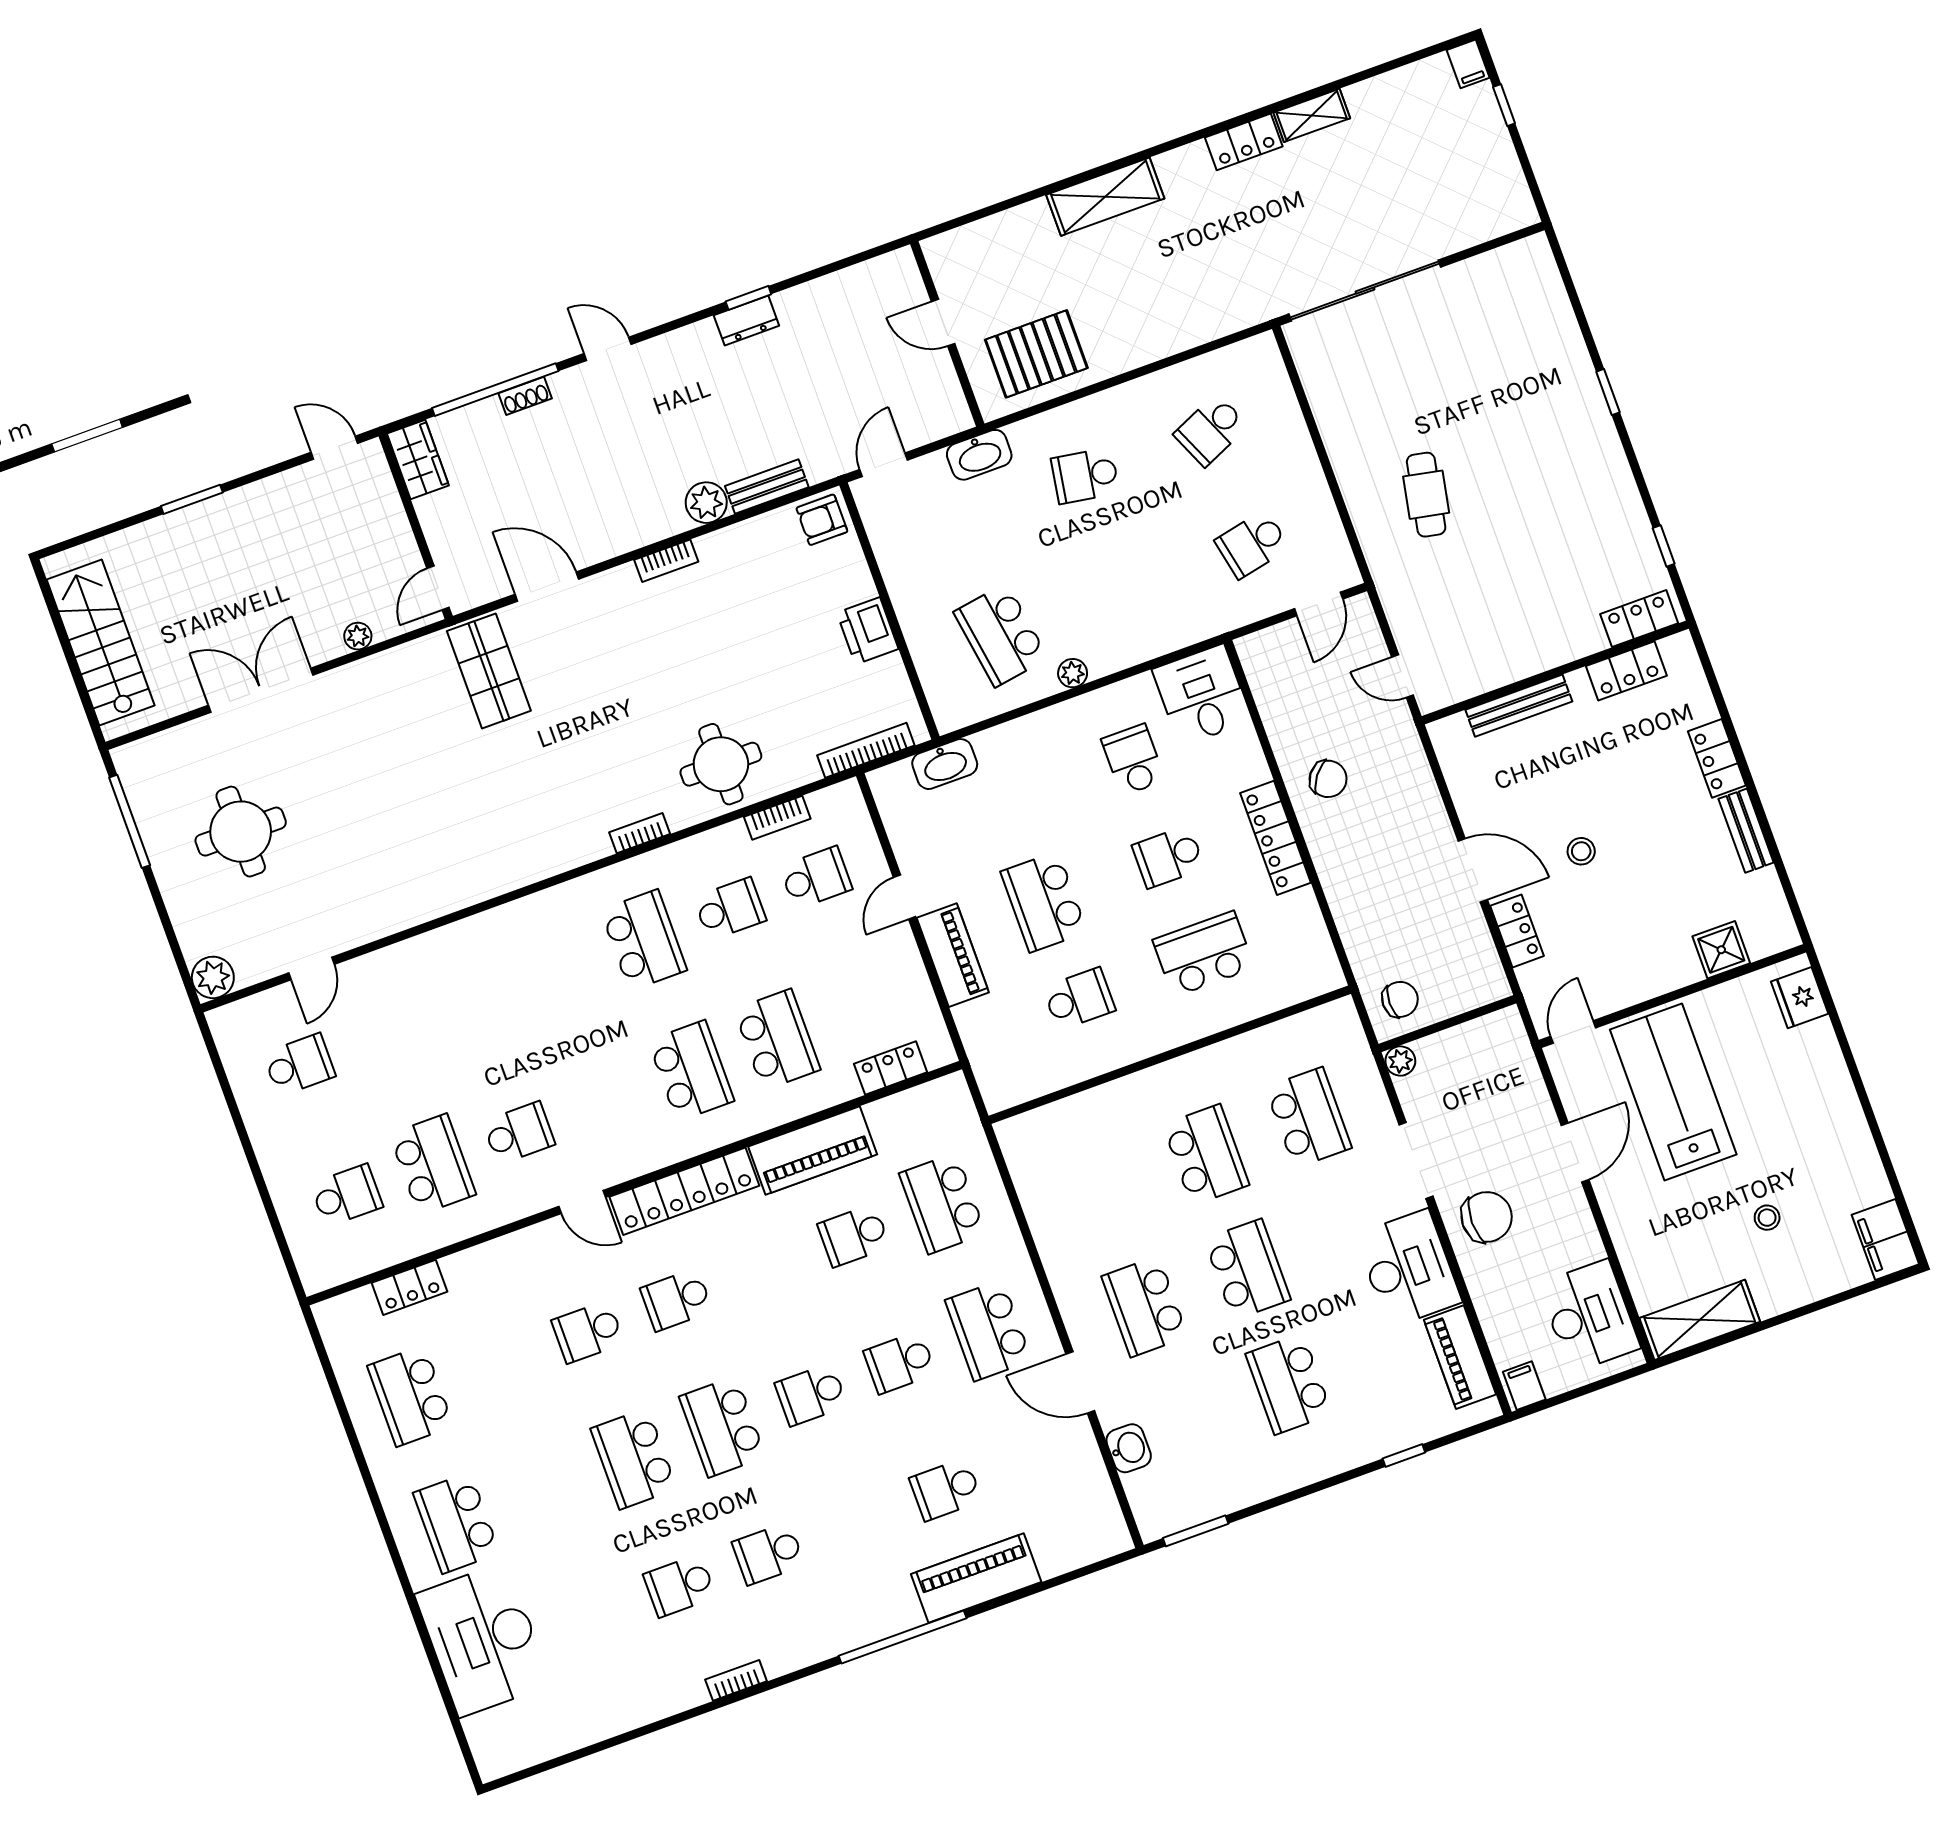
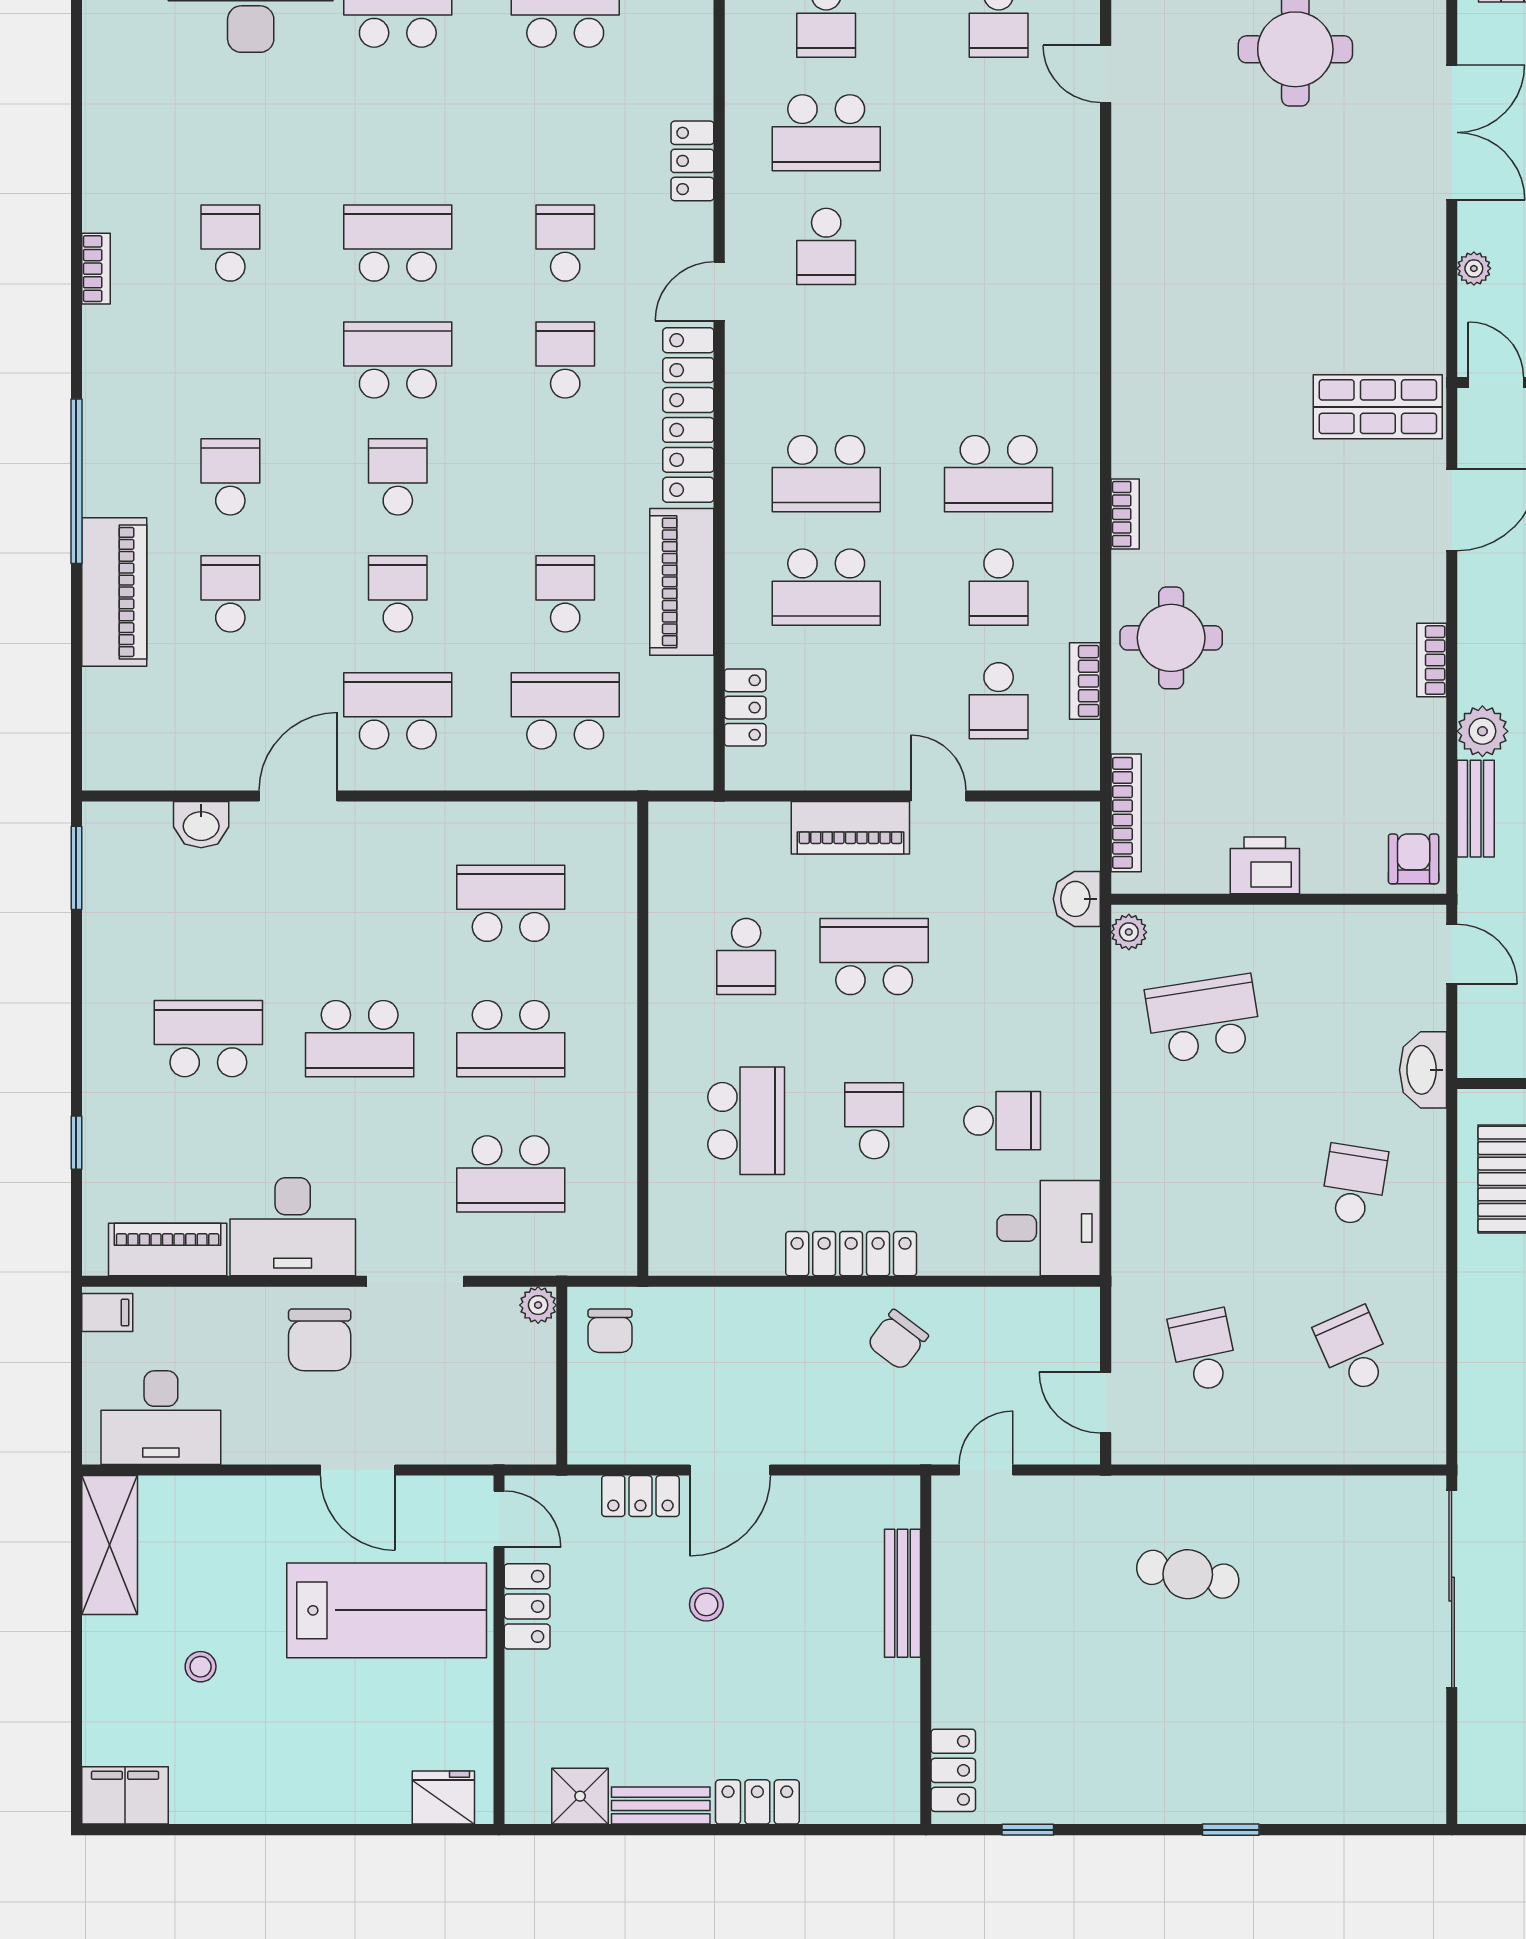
locker: (1626, 671) -> (527, 1606), moved, turned 180
plant: (1073, 673) -> (1129, 932), moved
washbasin: (945, 764) -> (1077, 899), width x0.72
shower: (1721, 950) -> (580, 1796), moved
locker: (410, 1287) -> (692, 161), moved
school desk: (1145, 1307) -> (511, 903), moved
school desk: (768, 1554) -> (230, 477), moved

